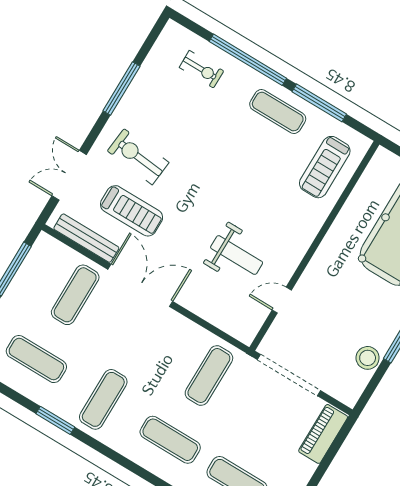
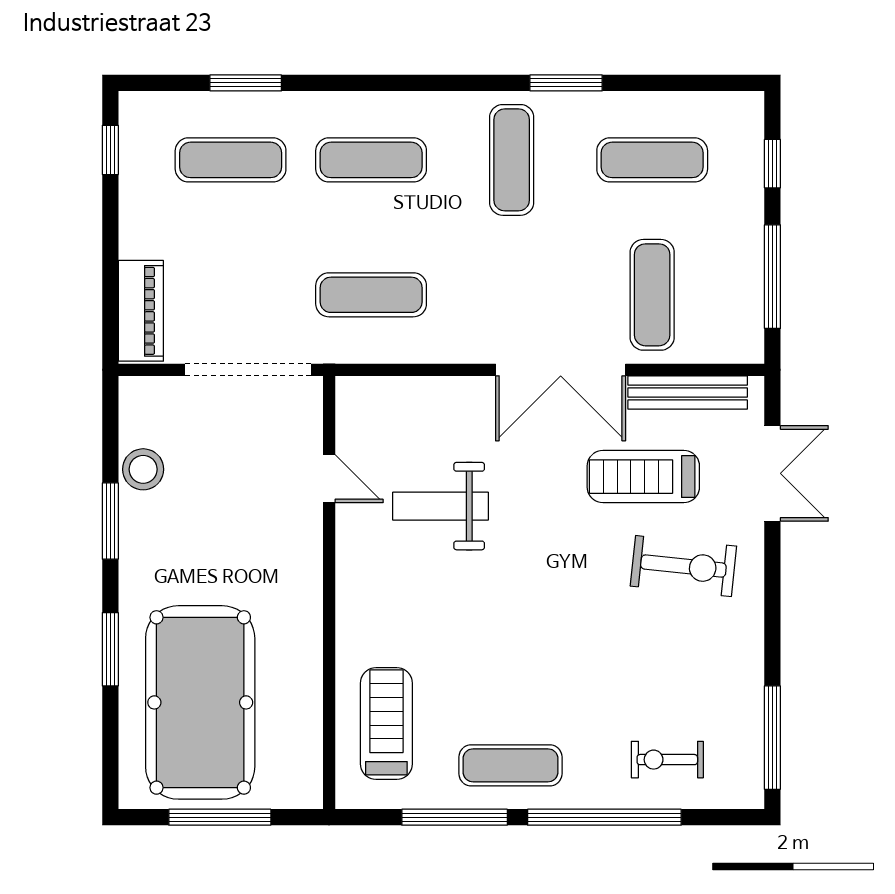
window: (122, 89) -> (772, 738), moved
door: (282, 300) -> (329, 479), hinge flipped
exercise mat: (209, 376) -> (371, 295), turned 90

